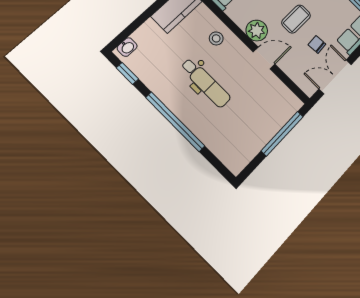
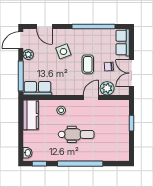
plant: (257, 31) -> (107, 88), moved
window: (282, 134) -> (131, 123), width x0.46

